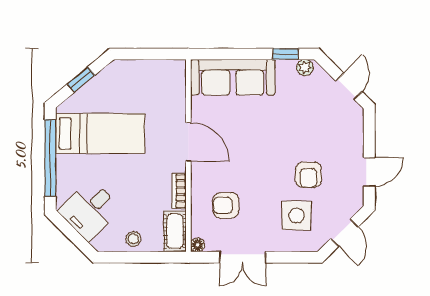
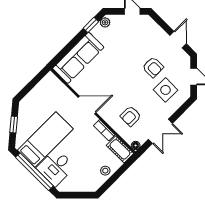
desk: (90, 210) -> (56, 167), moved, turned 45

